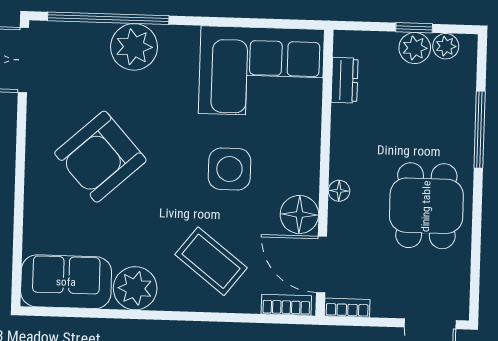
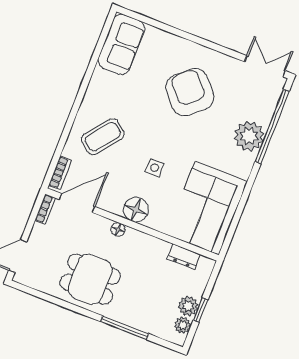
side table: (229, 169) -> (155, 168), width x0.54, depth x0.54
floor lamp: (299, 214) -> (136, 210), moved
plant: (135, 288) -> (103, 85), removed

